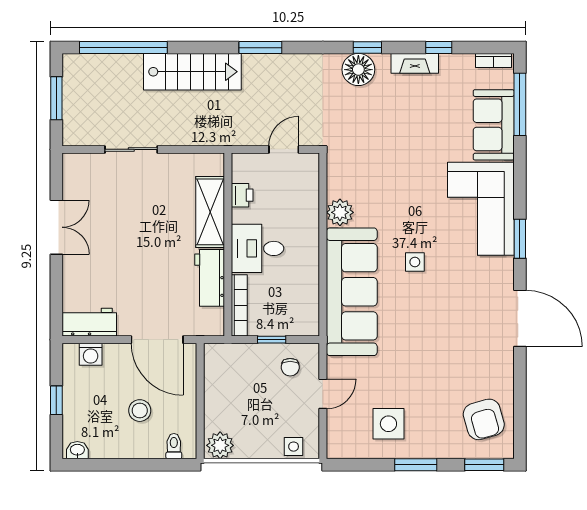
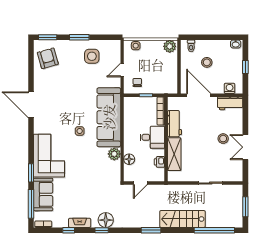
floor lamp: (308, 201) -> (129, 159), added
window: (520, 239) -> (31, 173), moved
stool: (105, 246) -> (223, 139), added

